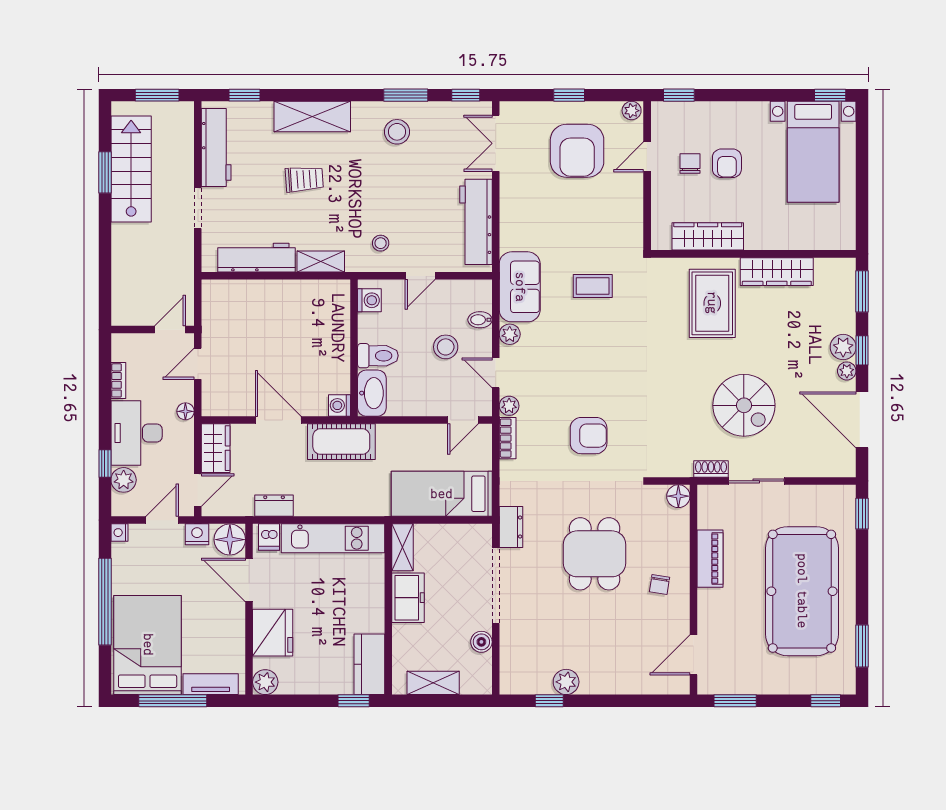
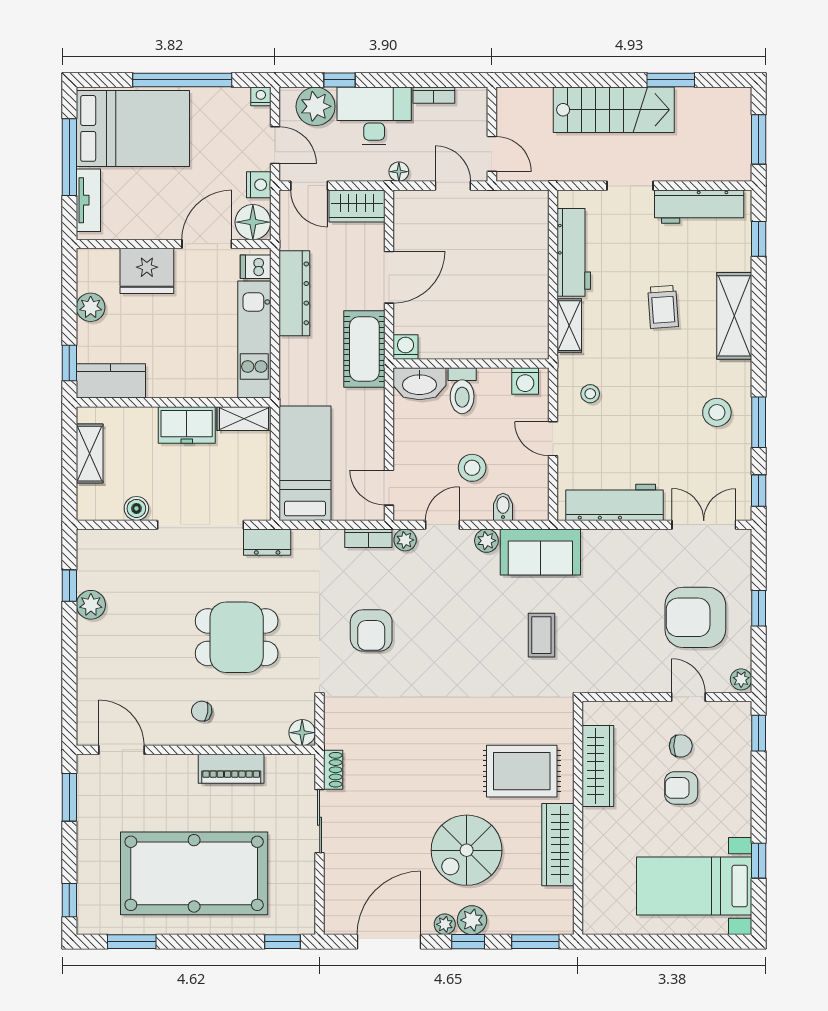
window: (830, 95) -> (759, 861), moved
stairs: (131, 169) -> (614, 110), moved
spiral stairs: (744, 405) -> (467, 850), moved
plant: (124, 480) -> (316, 106), width x1.36, depth x1.36
dresser: (274, 506) -> (294, 293), width x1.96, depth x1.24
plant: (265, 682) -> (91, 307), moved

